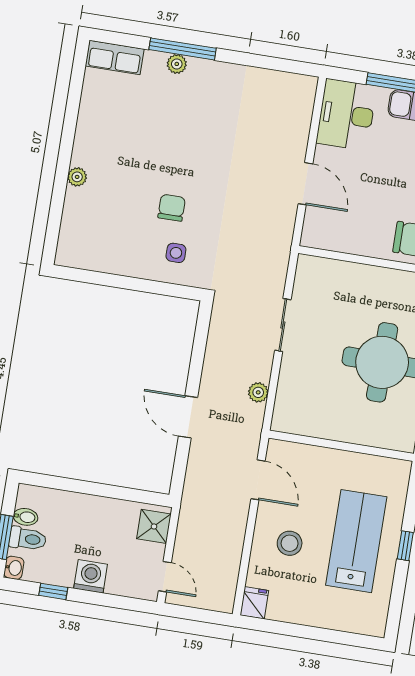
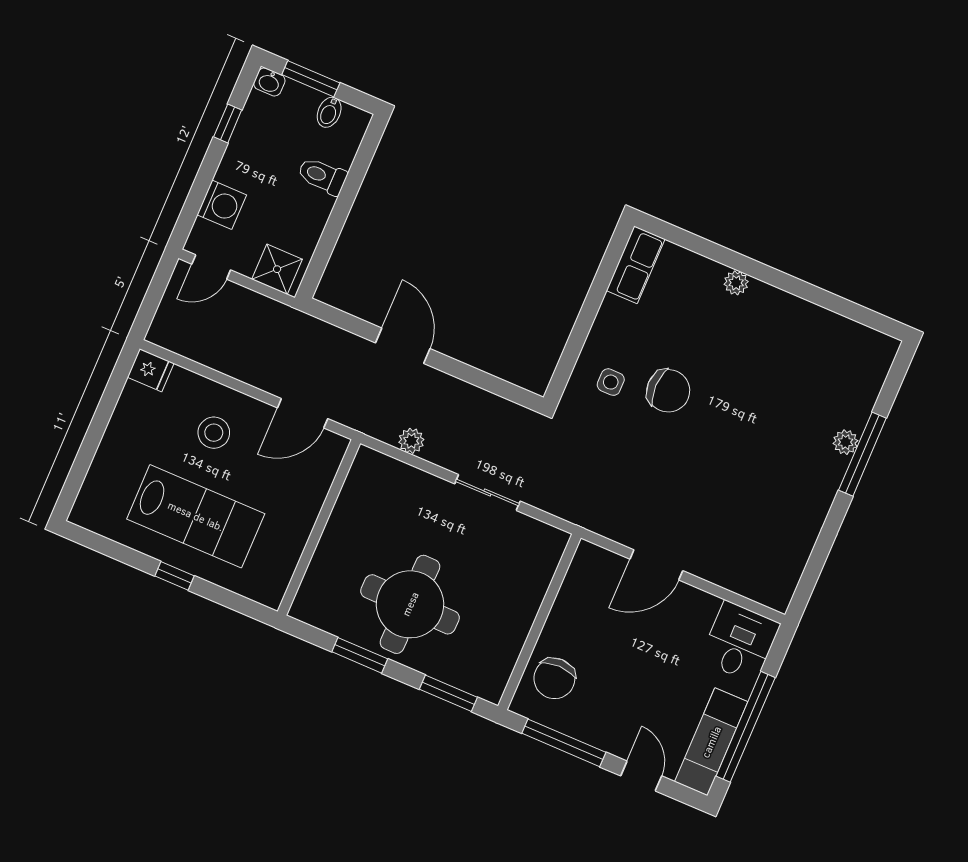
row of seats: (115, 57) -> (636, 265), moved, turned 180
desk: (346, 115) -> (740, 642), width x0.73
chair: (172, 208) -> (668, 391), width x1.37, depth x1.37
door: (188, 417) -> (403, 346), hinge flipped
toilet: (28, 539) -> (322, 176), moved, turned 90
washing machine: (91, 576) -> (222, 205), moved

